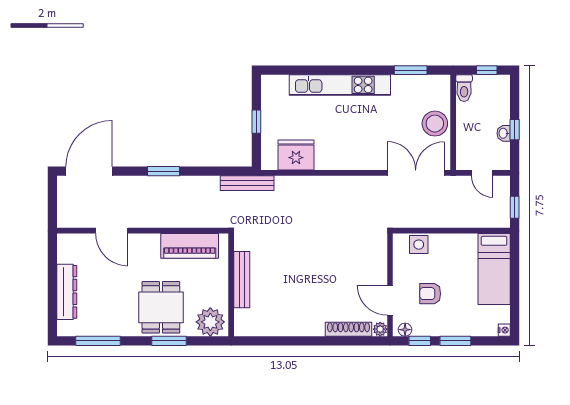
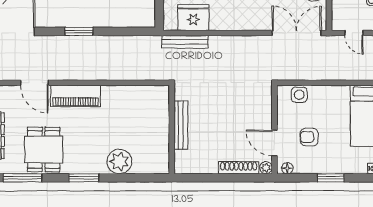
bench: (247, 183) -> (185, 42), moved
piano: (190, 246) -> (75, 96), moved
bench: (242, 280) -> (181, 125), moved
wall: (231, 285) -> (172, 130), moved
dining table: (161, 307) -> (44, 149), moved
window: (420, 341) -> (300, 178), removed

